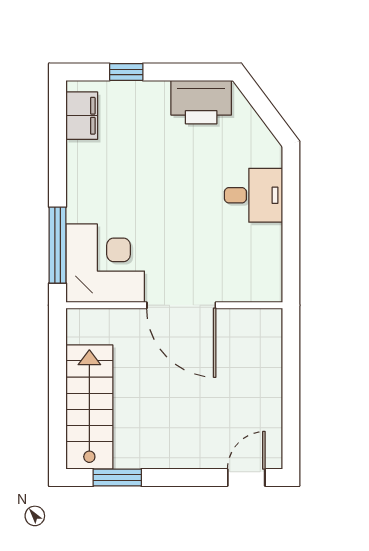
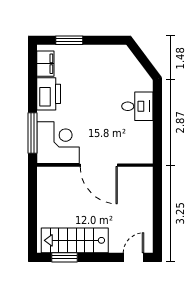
window: (126, 72) -> (69, 40), width x1.50
printer: (201, 102) -> (49, 94), moved, turned -90
stairs: (89, 407) -> (75, 240), moved, turned -90

